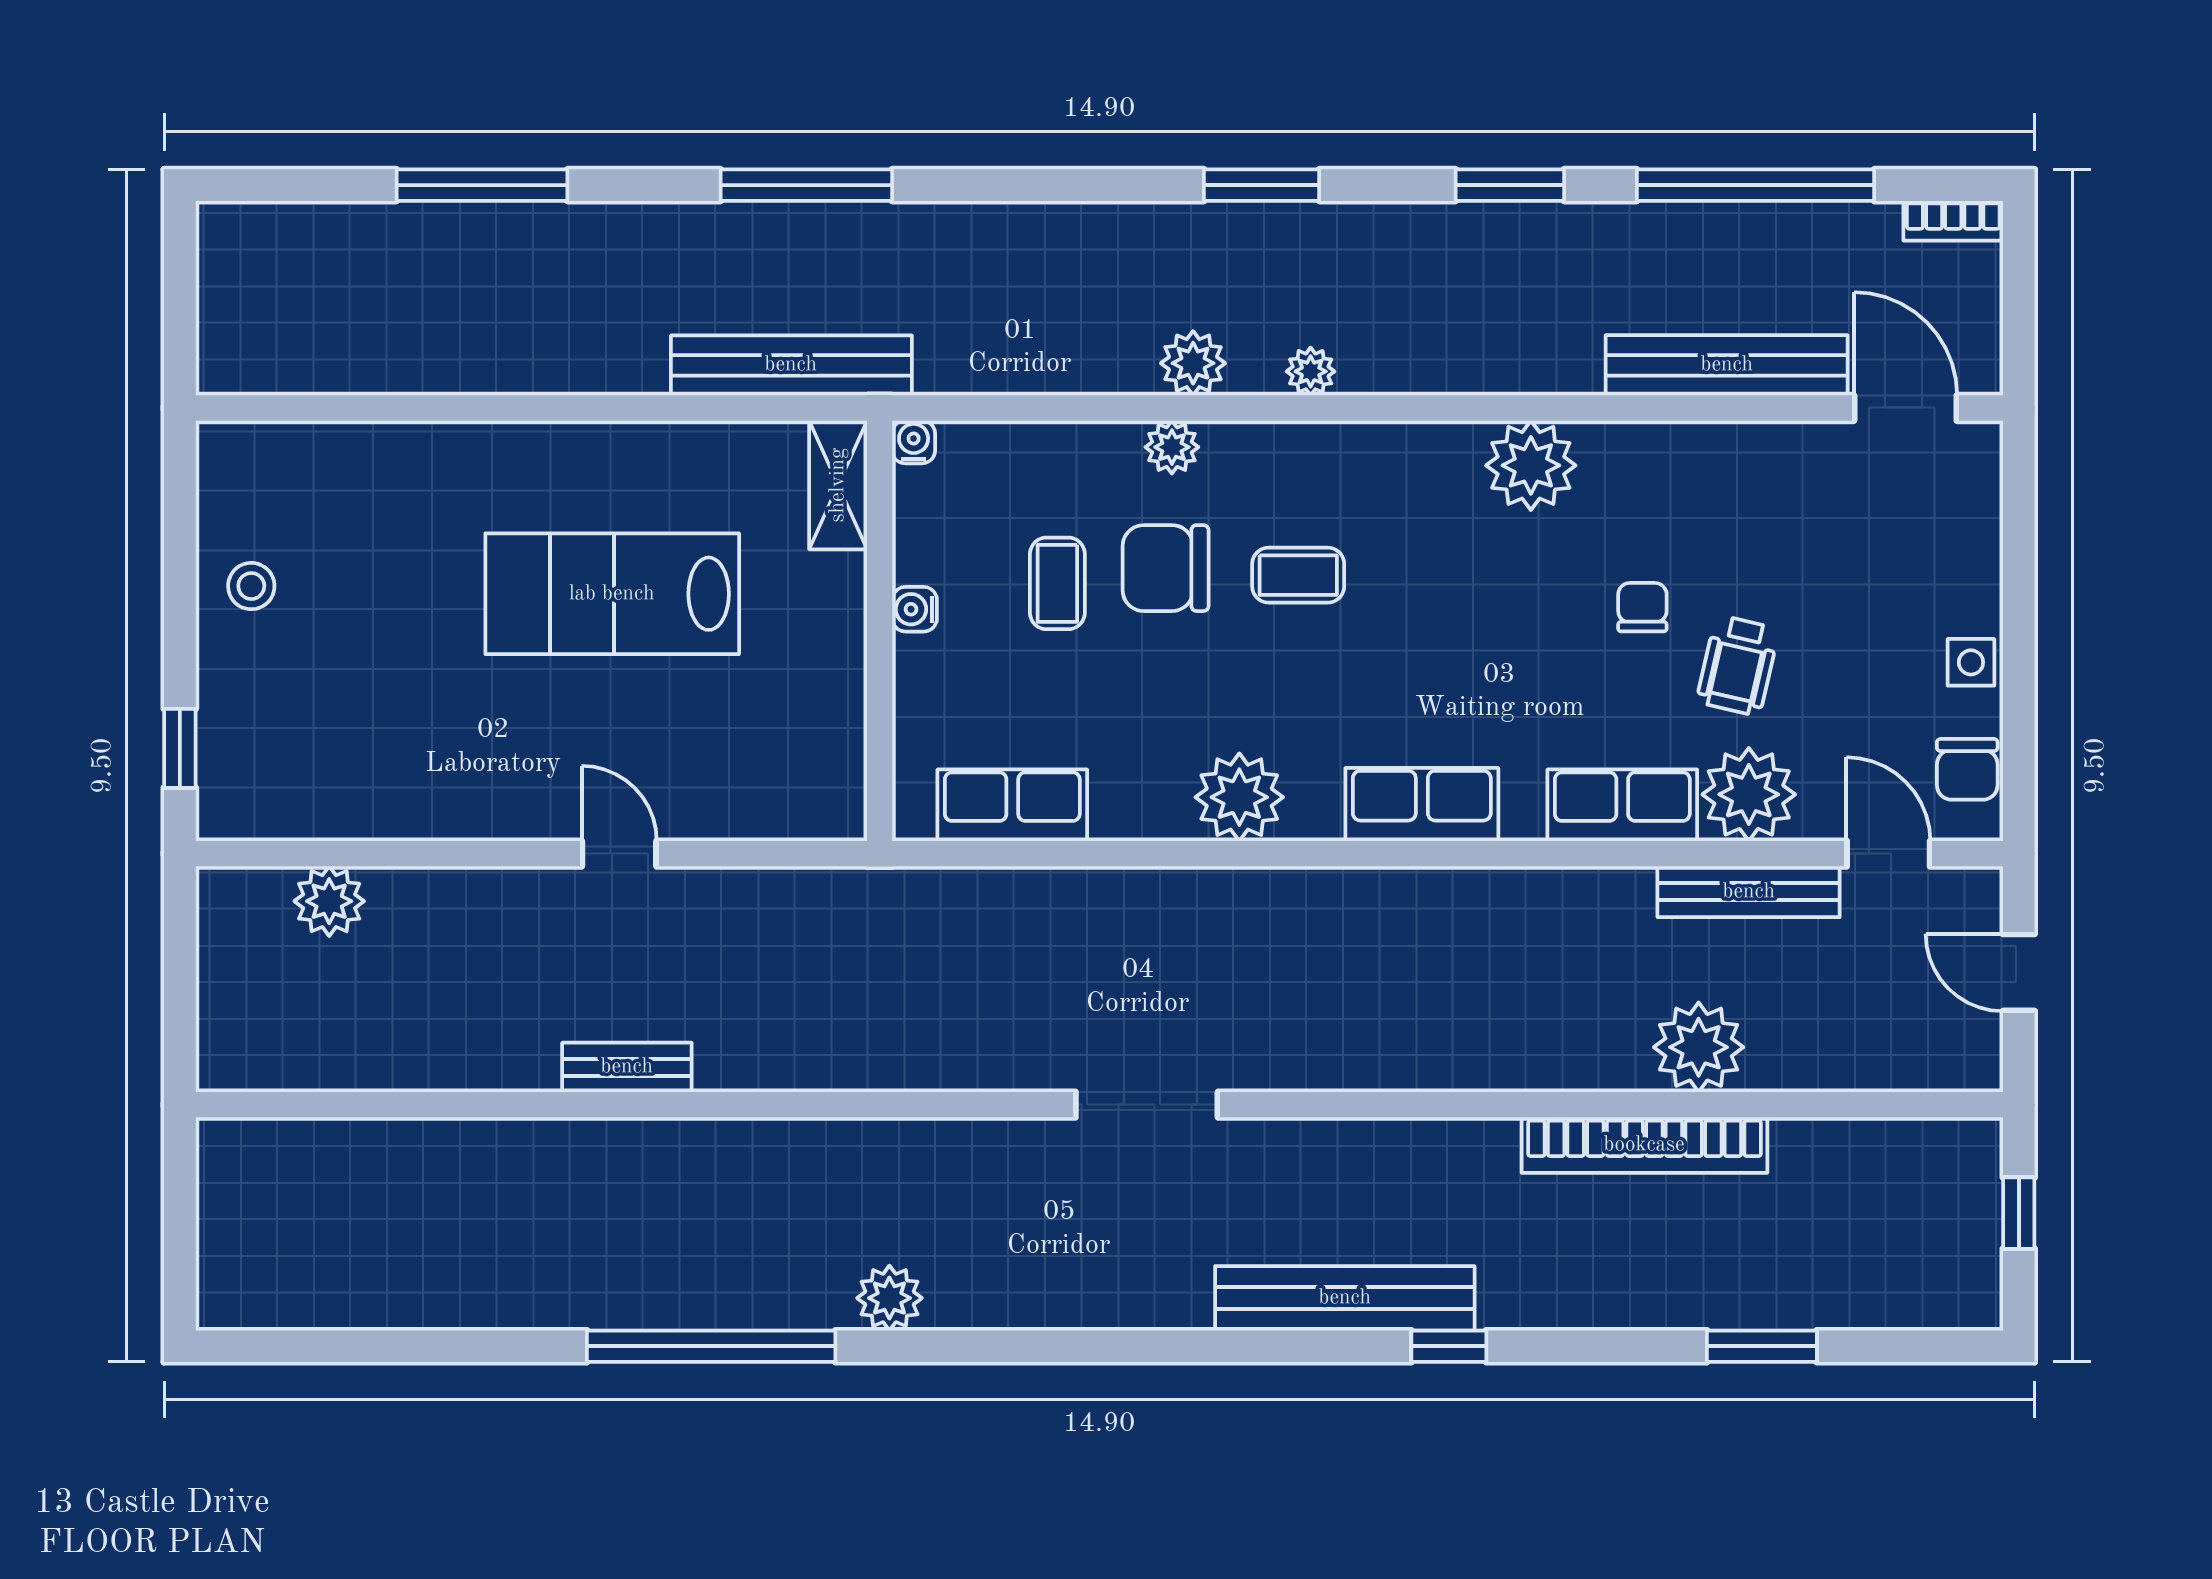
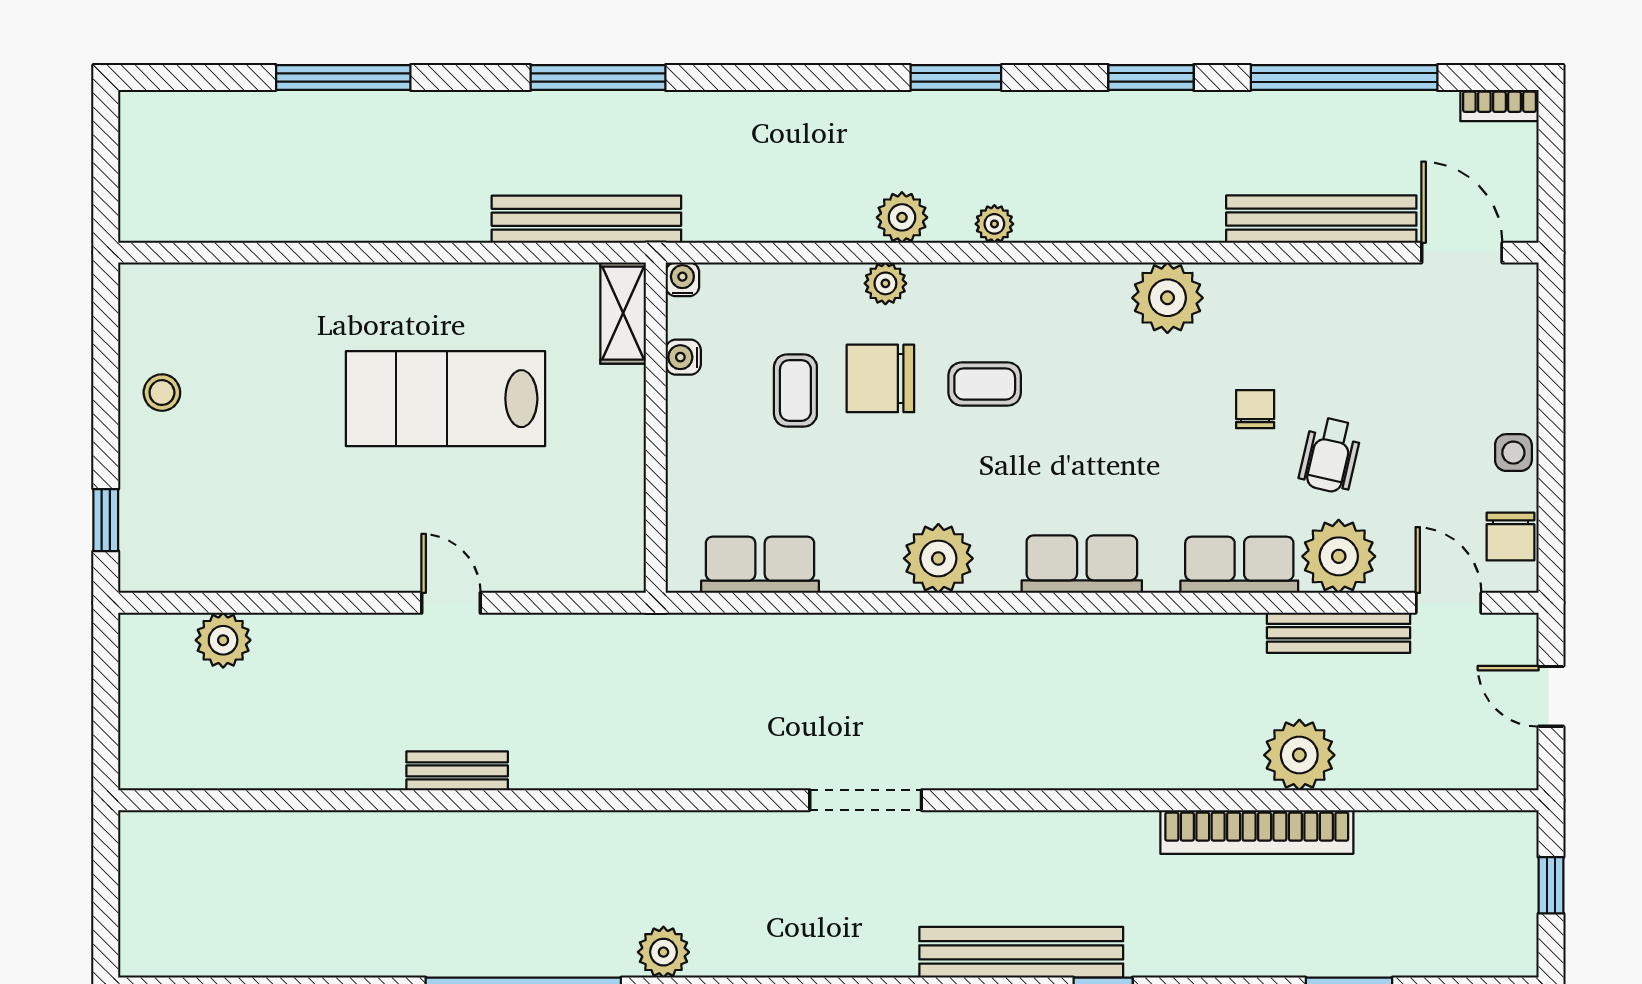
water cooler: (915, 609) -> (683, 357), moved

